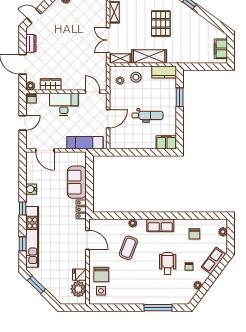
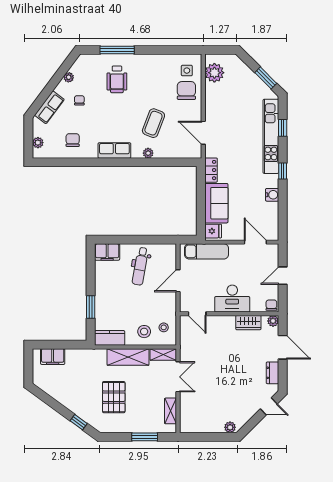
filing cabinet: (221, 49) -> (53, 357), moved, turned 90
dental chair: (147, 115) -> (140, 266), moved, turned -80
wheelchair: (168, 263) -> (117, 79), moved
fridge: (79, 275) -> (213, 231), moved

